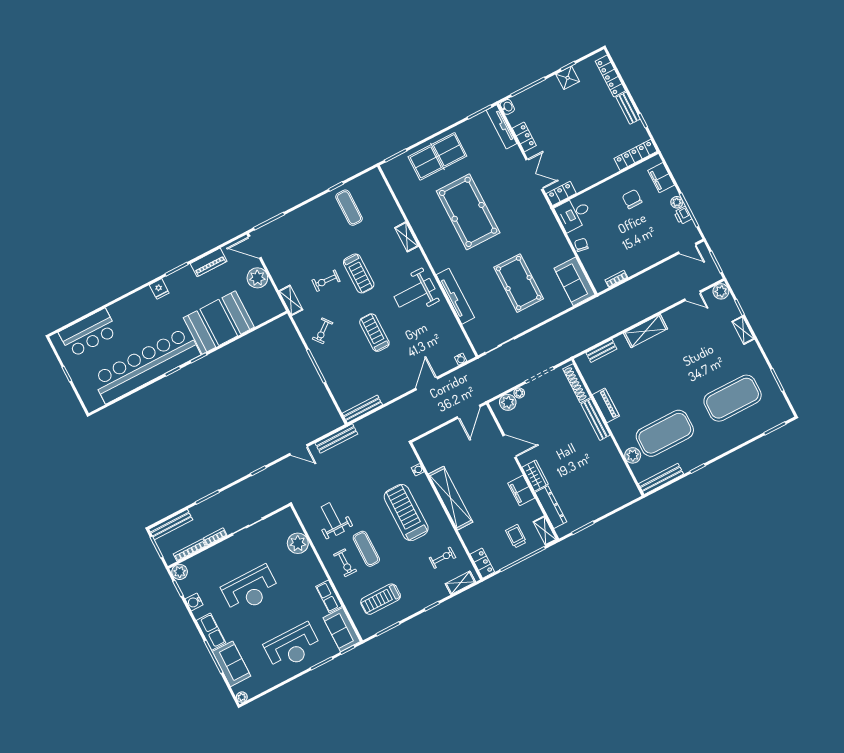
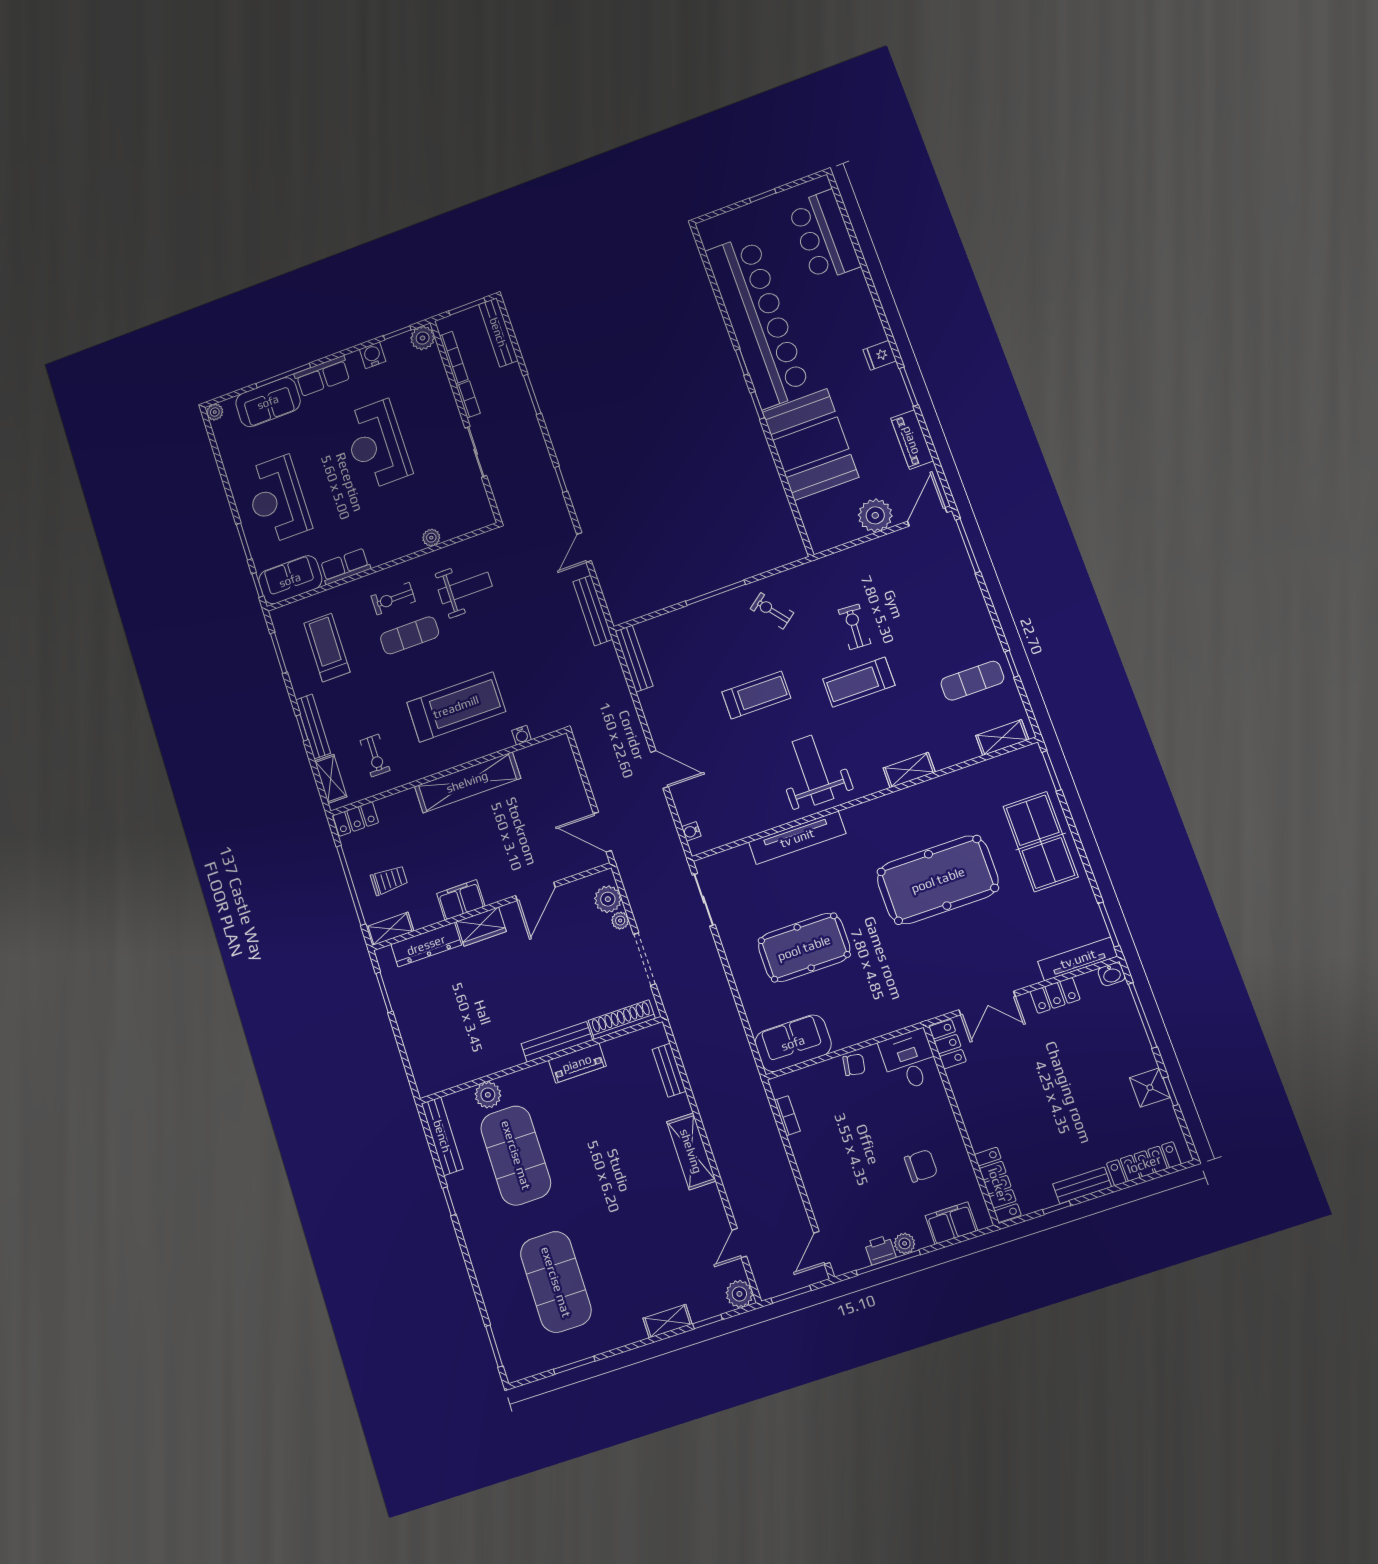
shelving: (291, 300) -> (1002, 738), moved
plant: (298, 543) -> (431, 538), width x0.53, depth x0.53
bench: (430, 599) -> (313, 727), added

